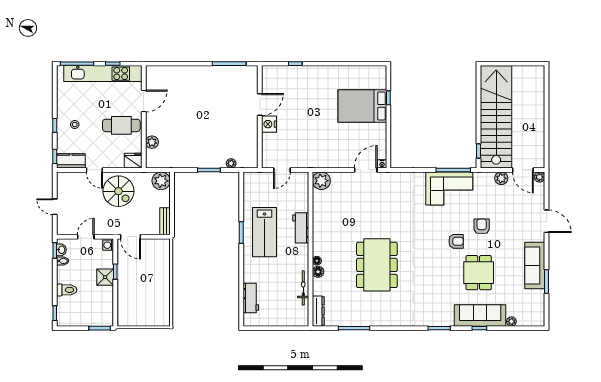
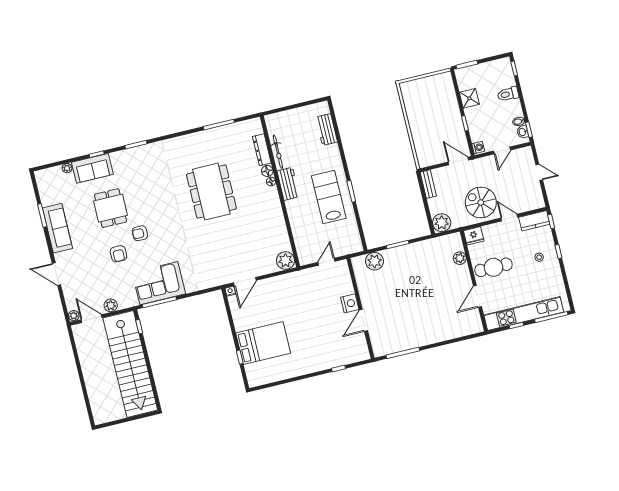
plant: (231, 163) -> (374, 261), width x1.88, depth x1.88
workbench: (301, 228) -> (288, 184), moved
shower: (105, 277) -> (469, 98), moved
dresser: (318, 311) -> (262, 150), moved
sofa: (480, 315) -> (92, 168), width x0.73

